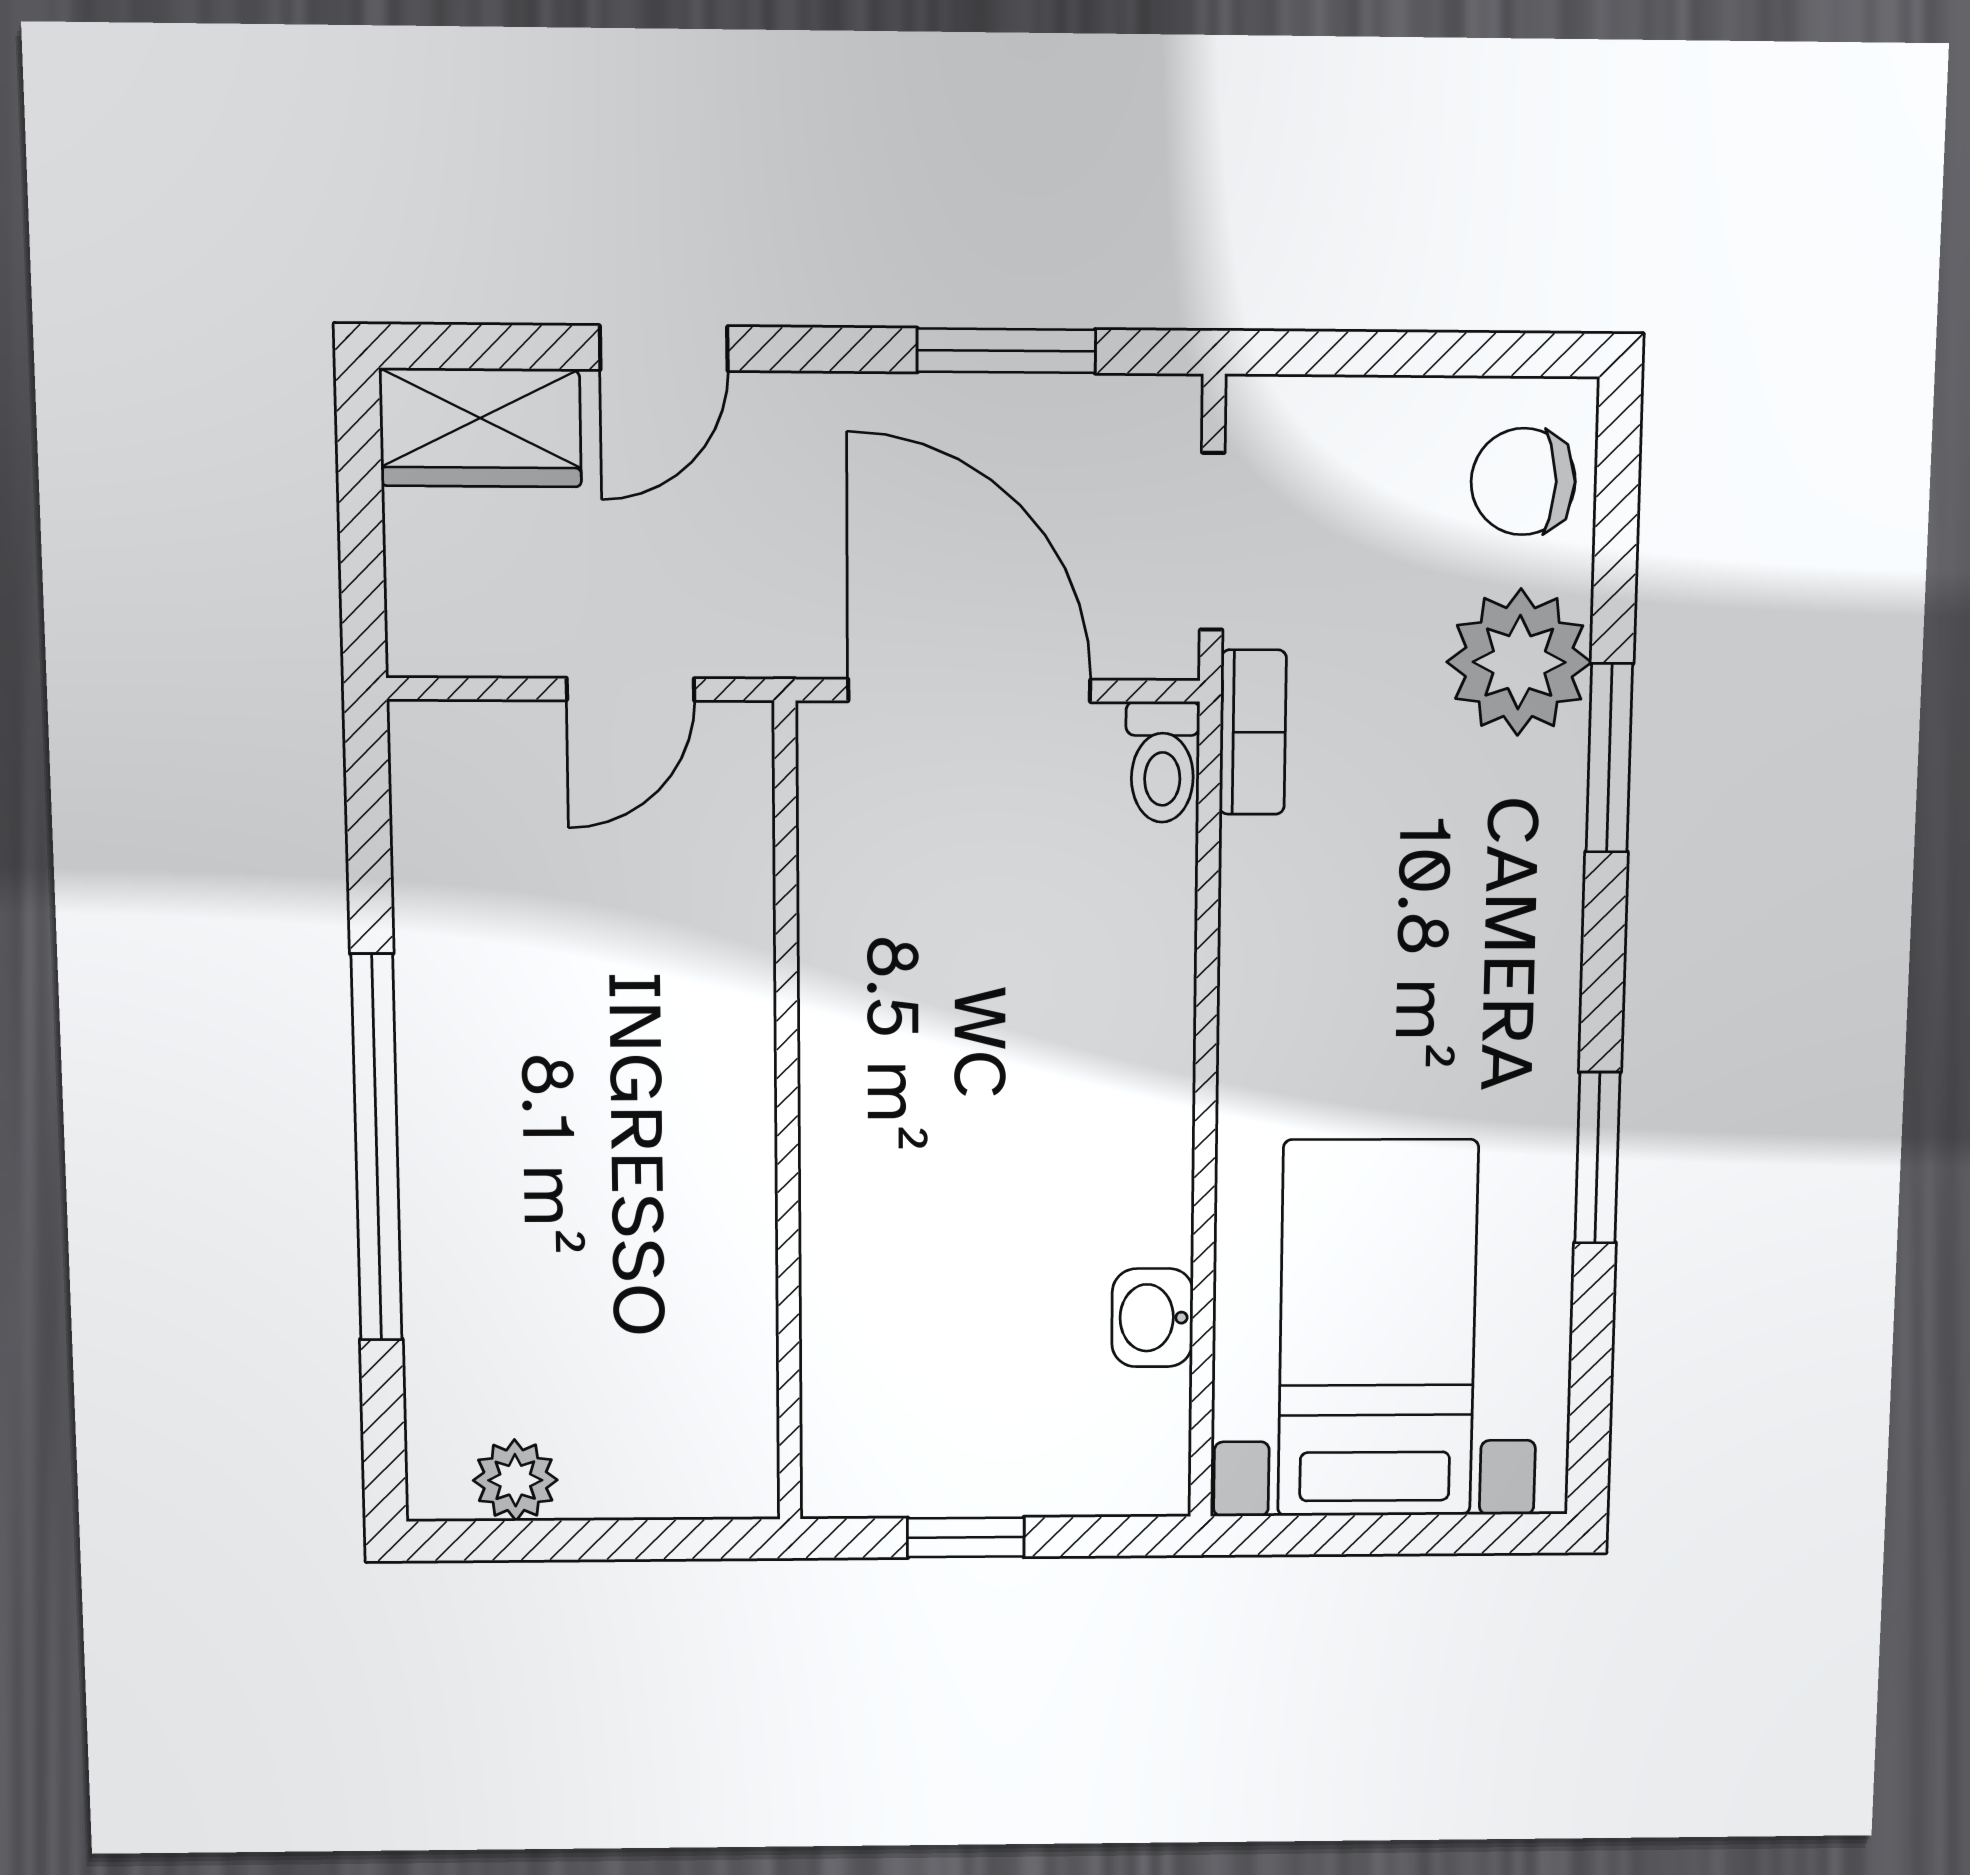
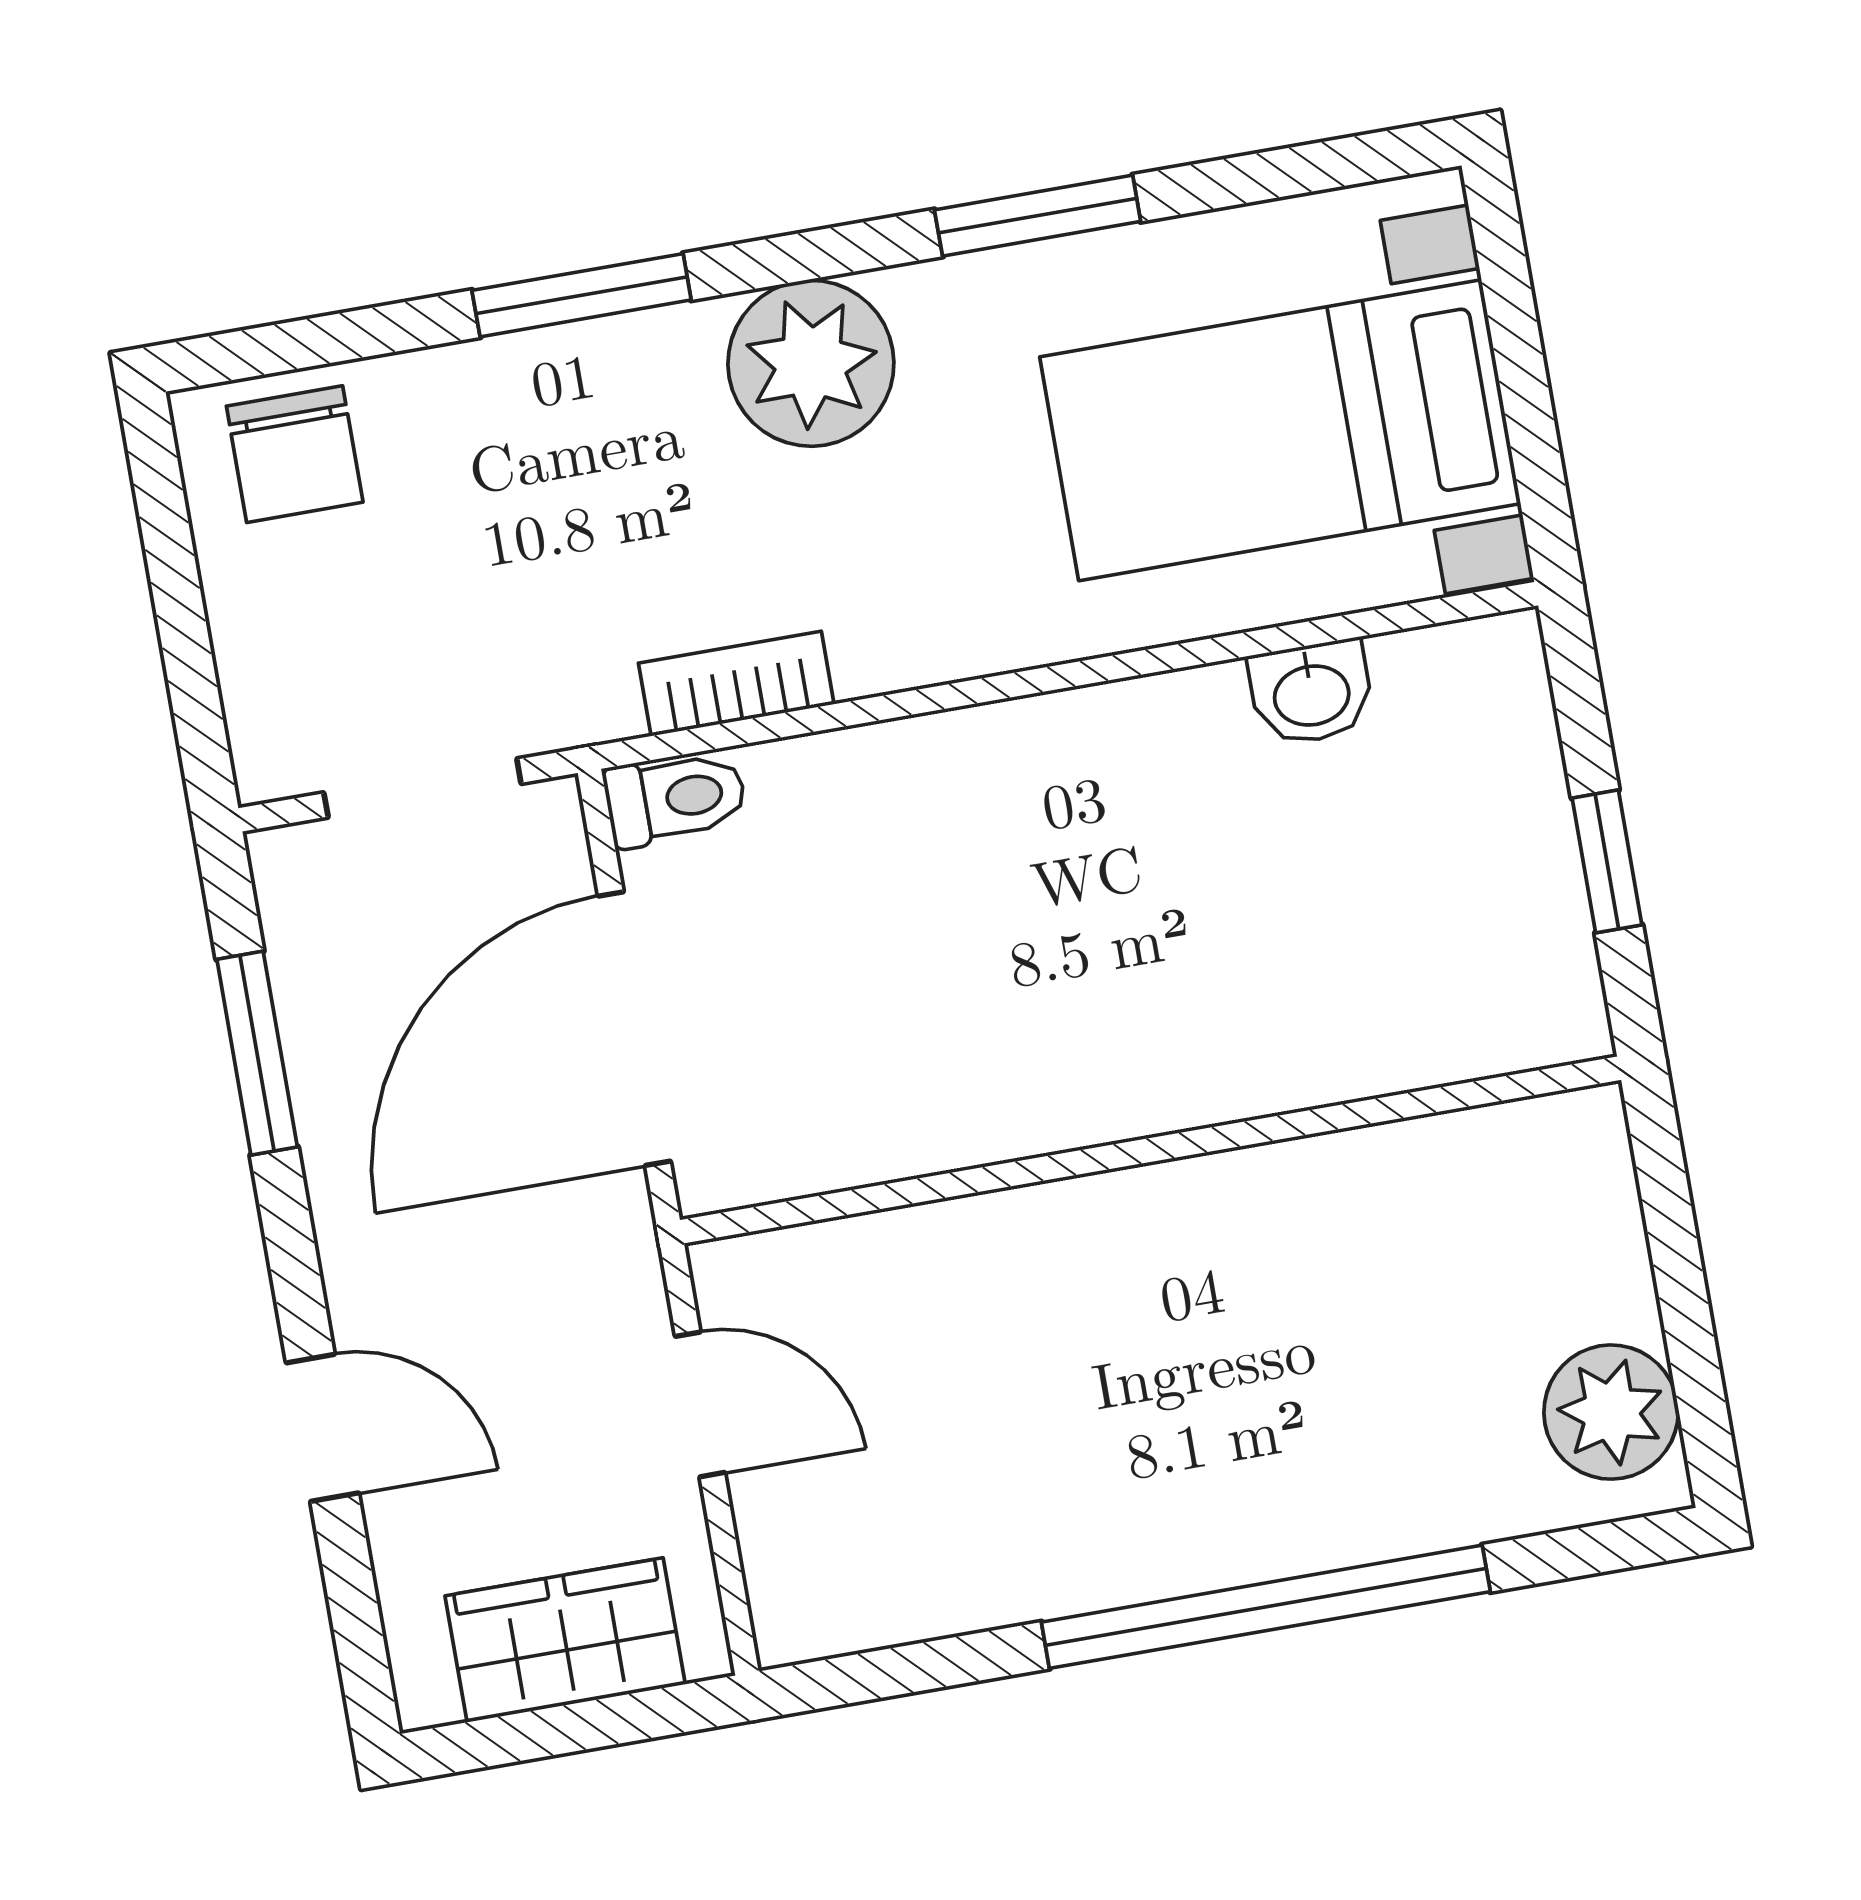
wardrobe: (480, 427) -> (565, 1640), moved, turned -90
plant: (1519, 662) -> (811, 363), moved
bookcase: (1253, 732) -> (736, 684), moved
plant: (515, 1480) -> (1611, 1412), width x1.38, depth x1.38

